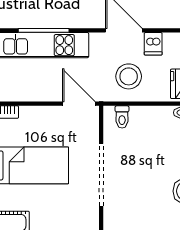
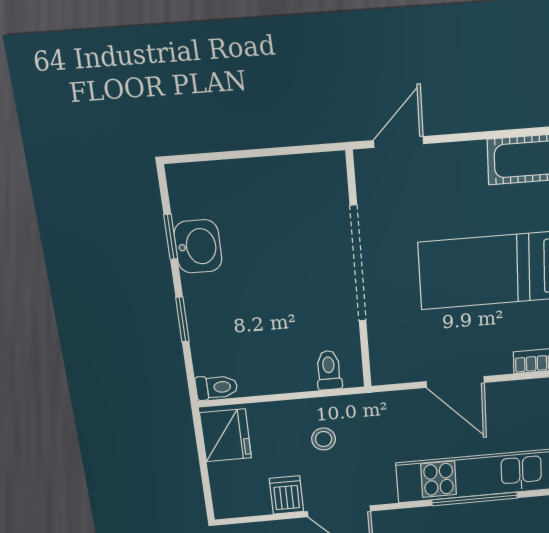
stool: (129, 76) -> (324, 439), width x0.53, depth x0.53
door: (79, 104) -> (455, 382), moved

